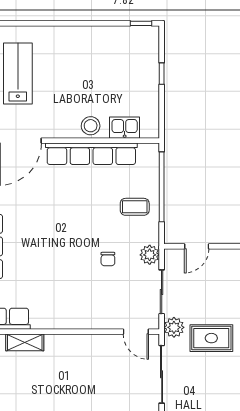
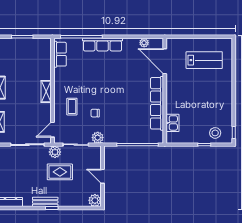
stool: (91, 126) -> (215, 133), moved
coffee table: (135, 207) -> (72, 107), moved
door: (197, 246) -> (102, 176), moved
rug: (211, 338) -> (60, 172), moved, turned 90
shelving: (25, 342) -> (46, 91), moved

